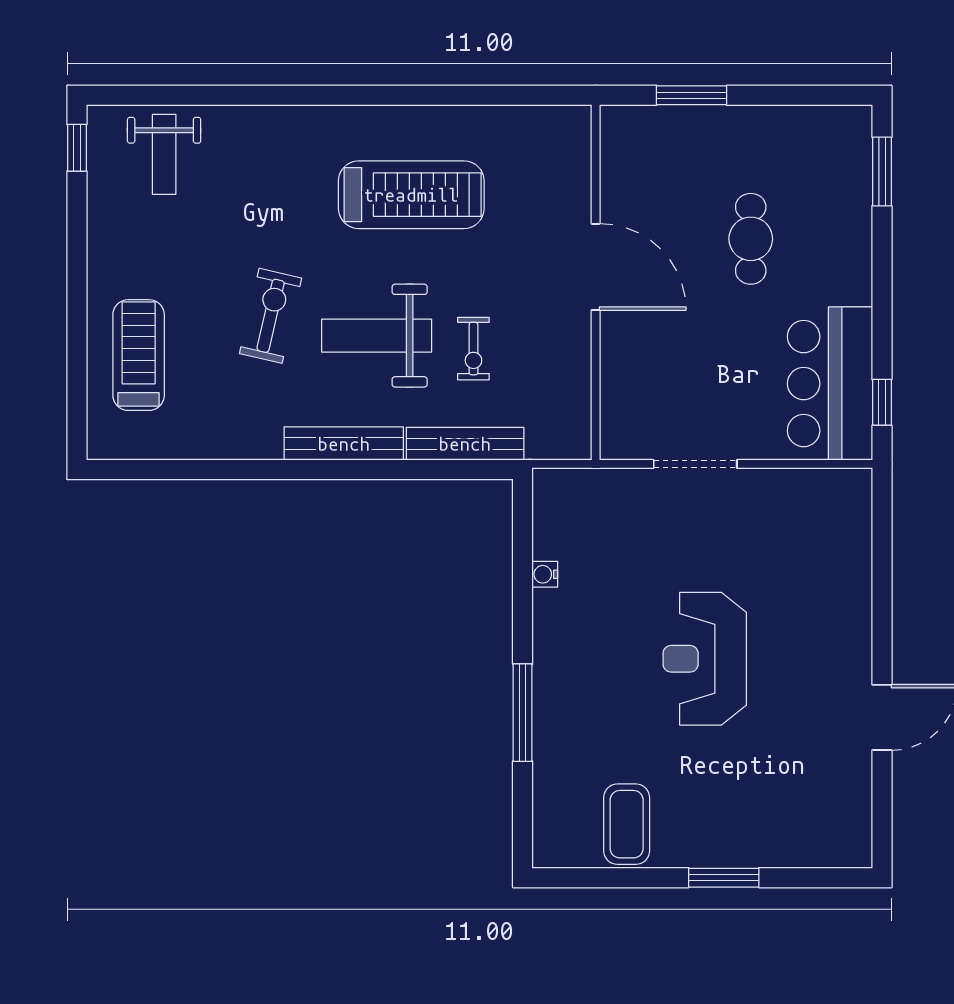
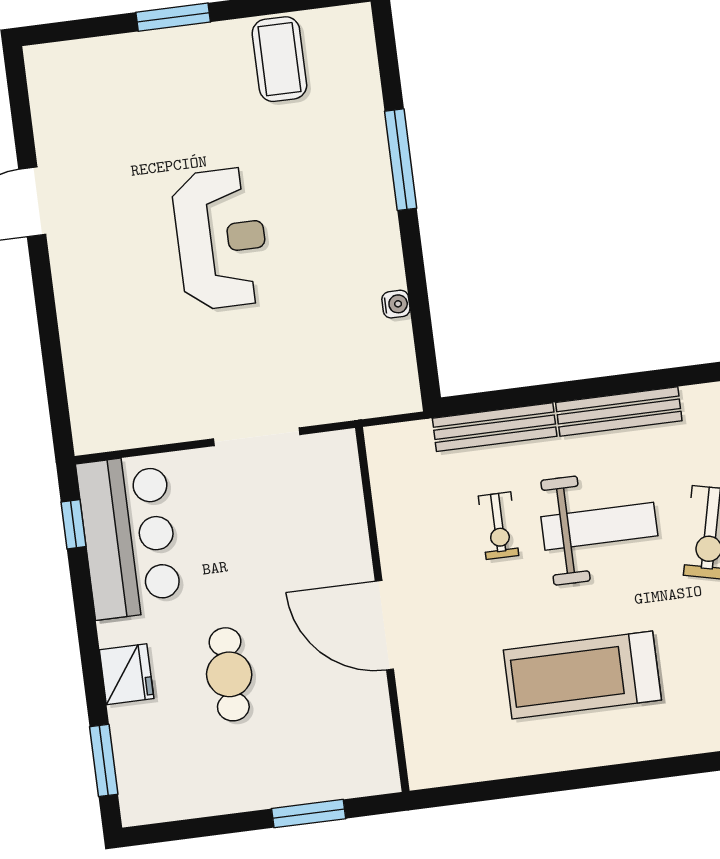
fridge: (849, 252) -> (127, 674), added
exercise bike: (473, 349) -> (499, 526), turned 180

